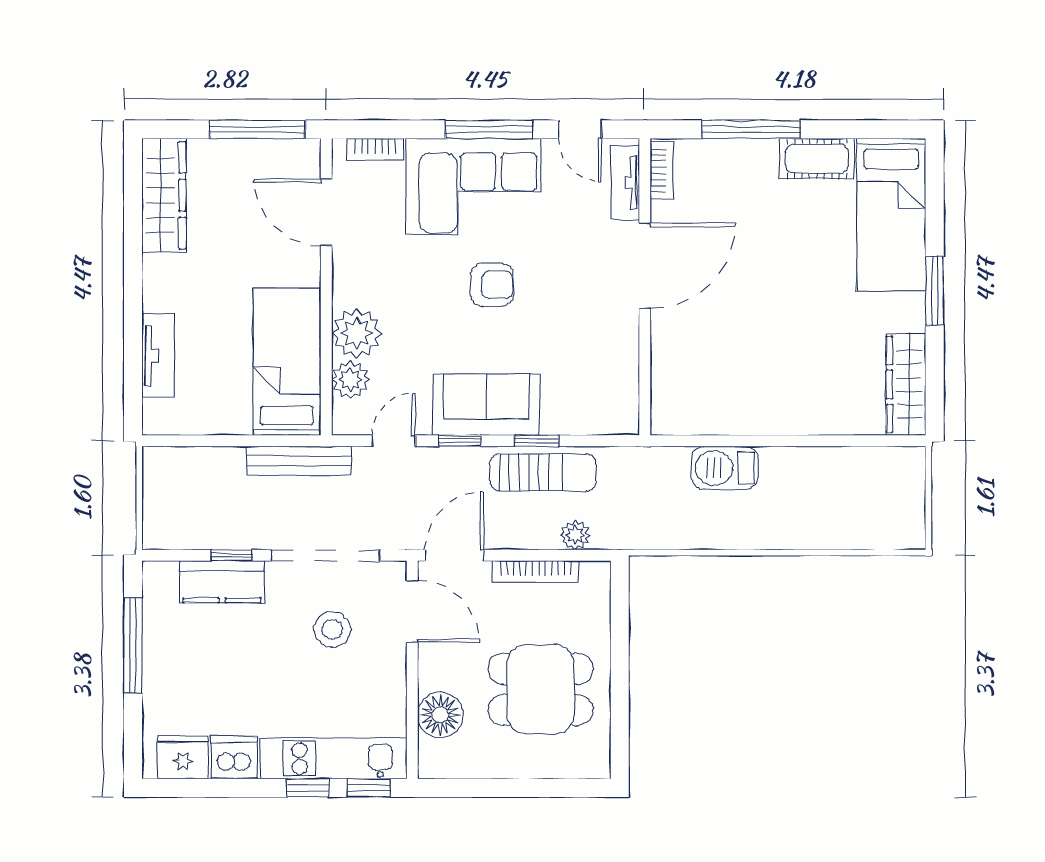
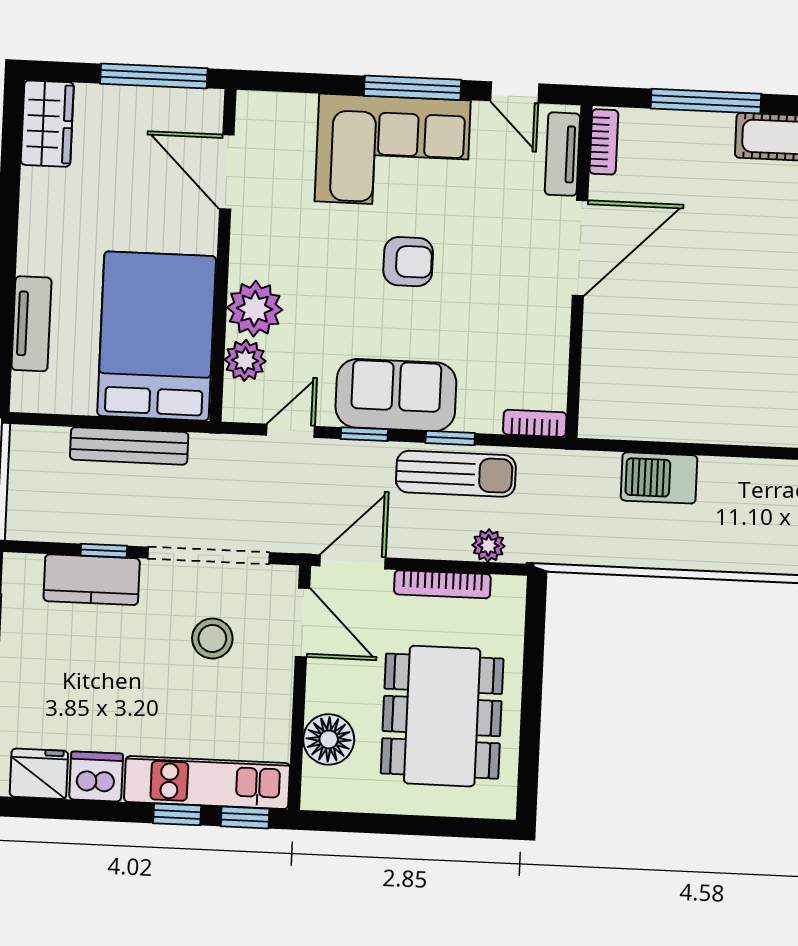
bookcase: (375, 150) -> (535, 423), moved, turned 180
wardrobe: (164, 195) -> (47, 124), width x0.67
bed: (287, 362) -> (157, 336), width x1.50
bench: (299, 461) -> (129, 446), moved
dining table: (541, 689) -> (442, 716), width x1.37

